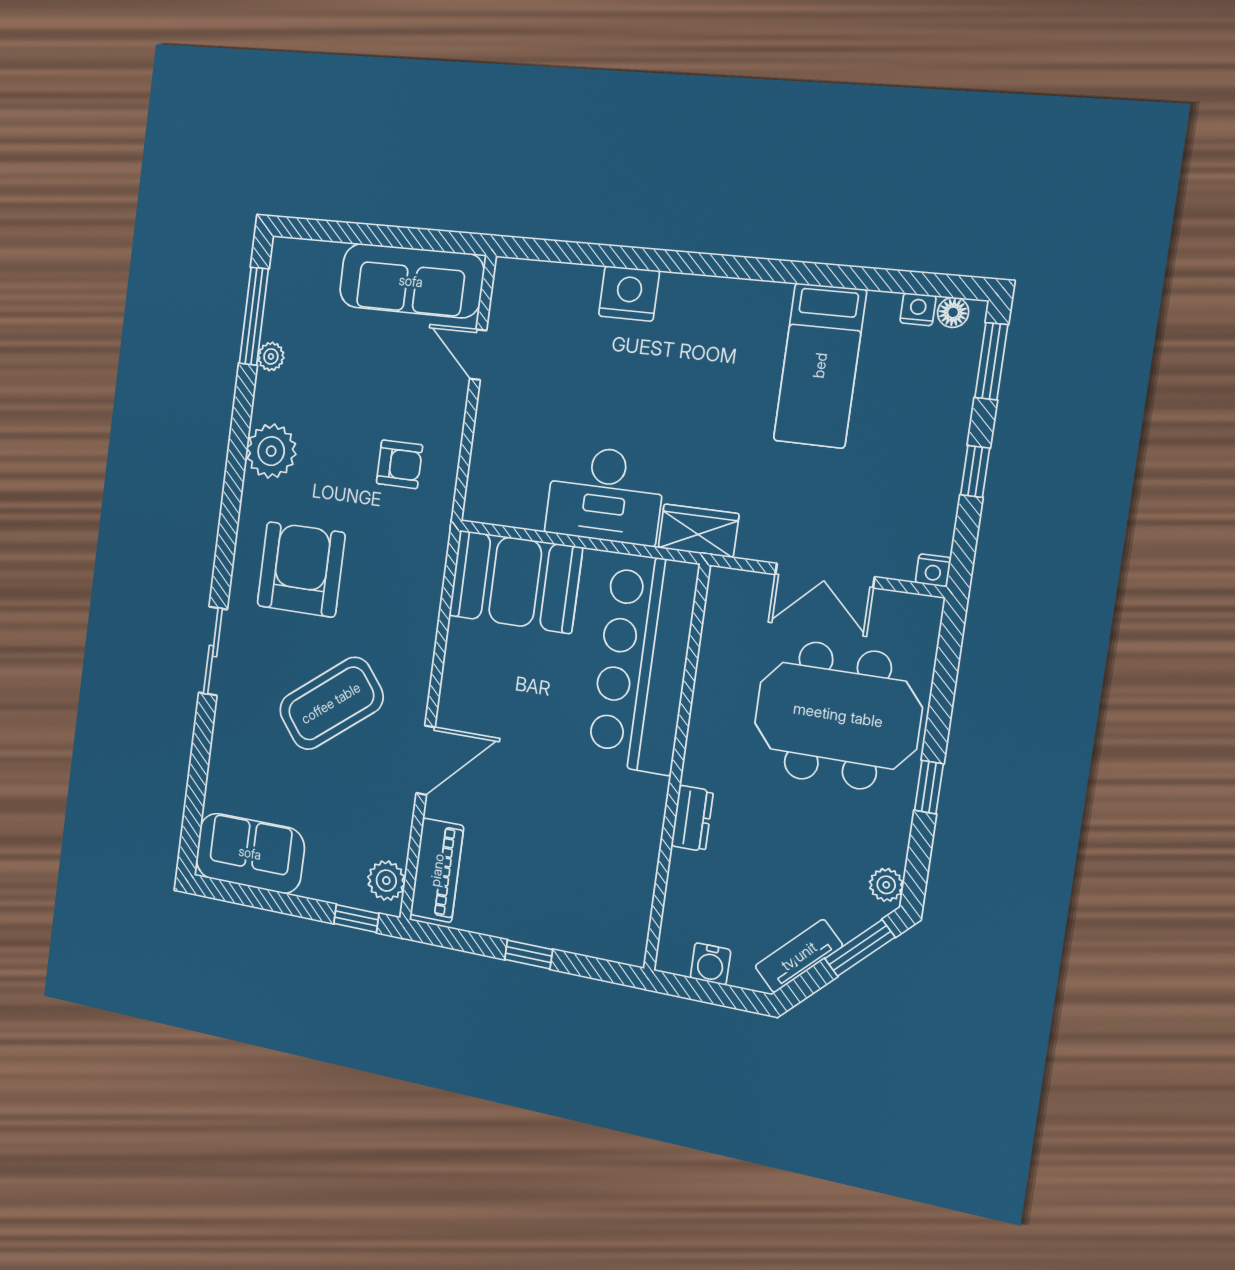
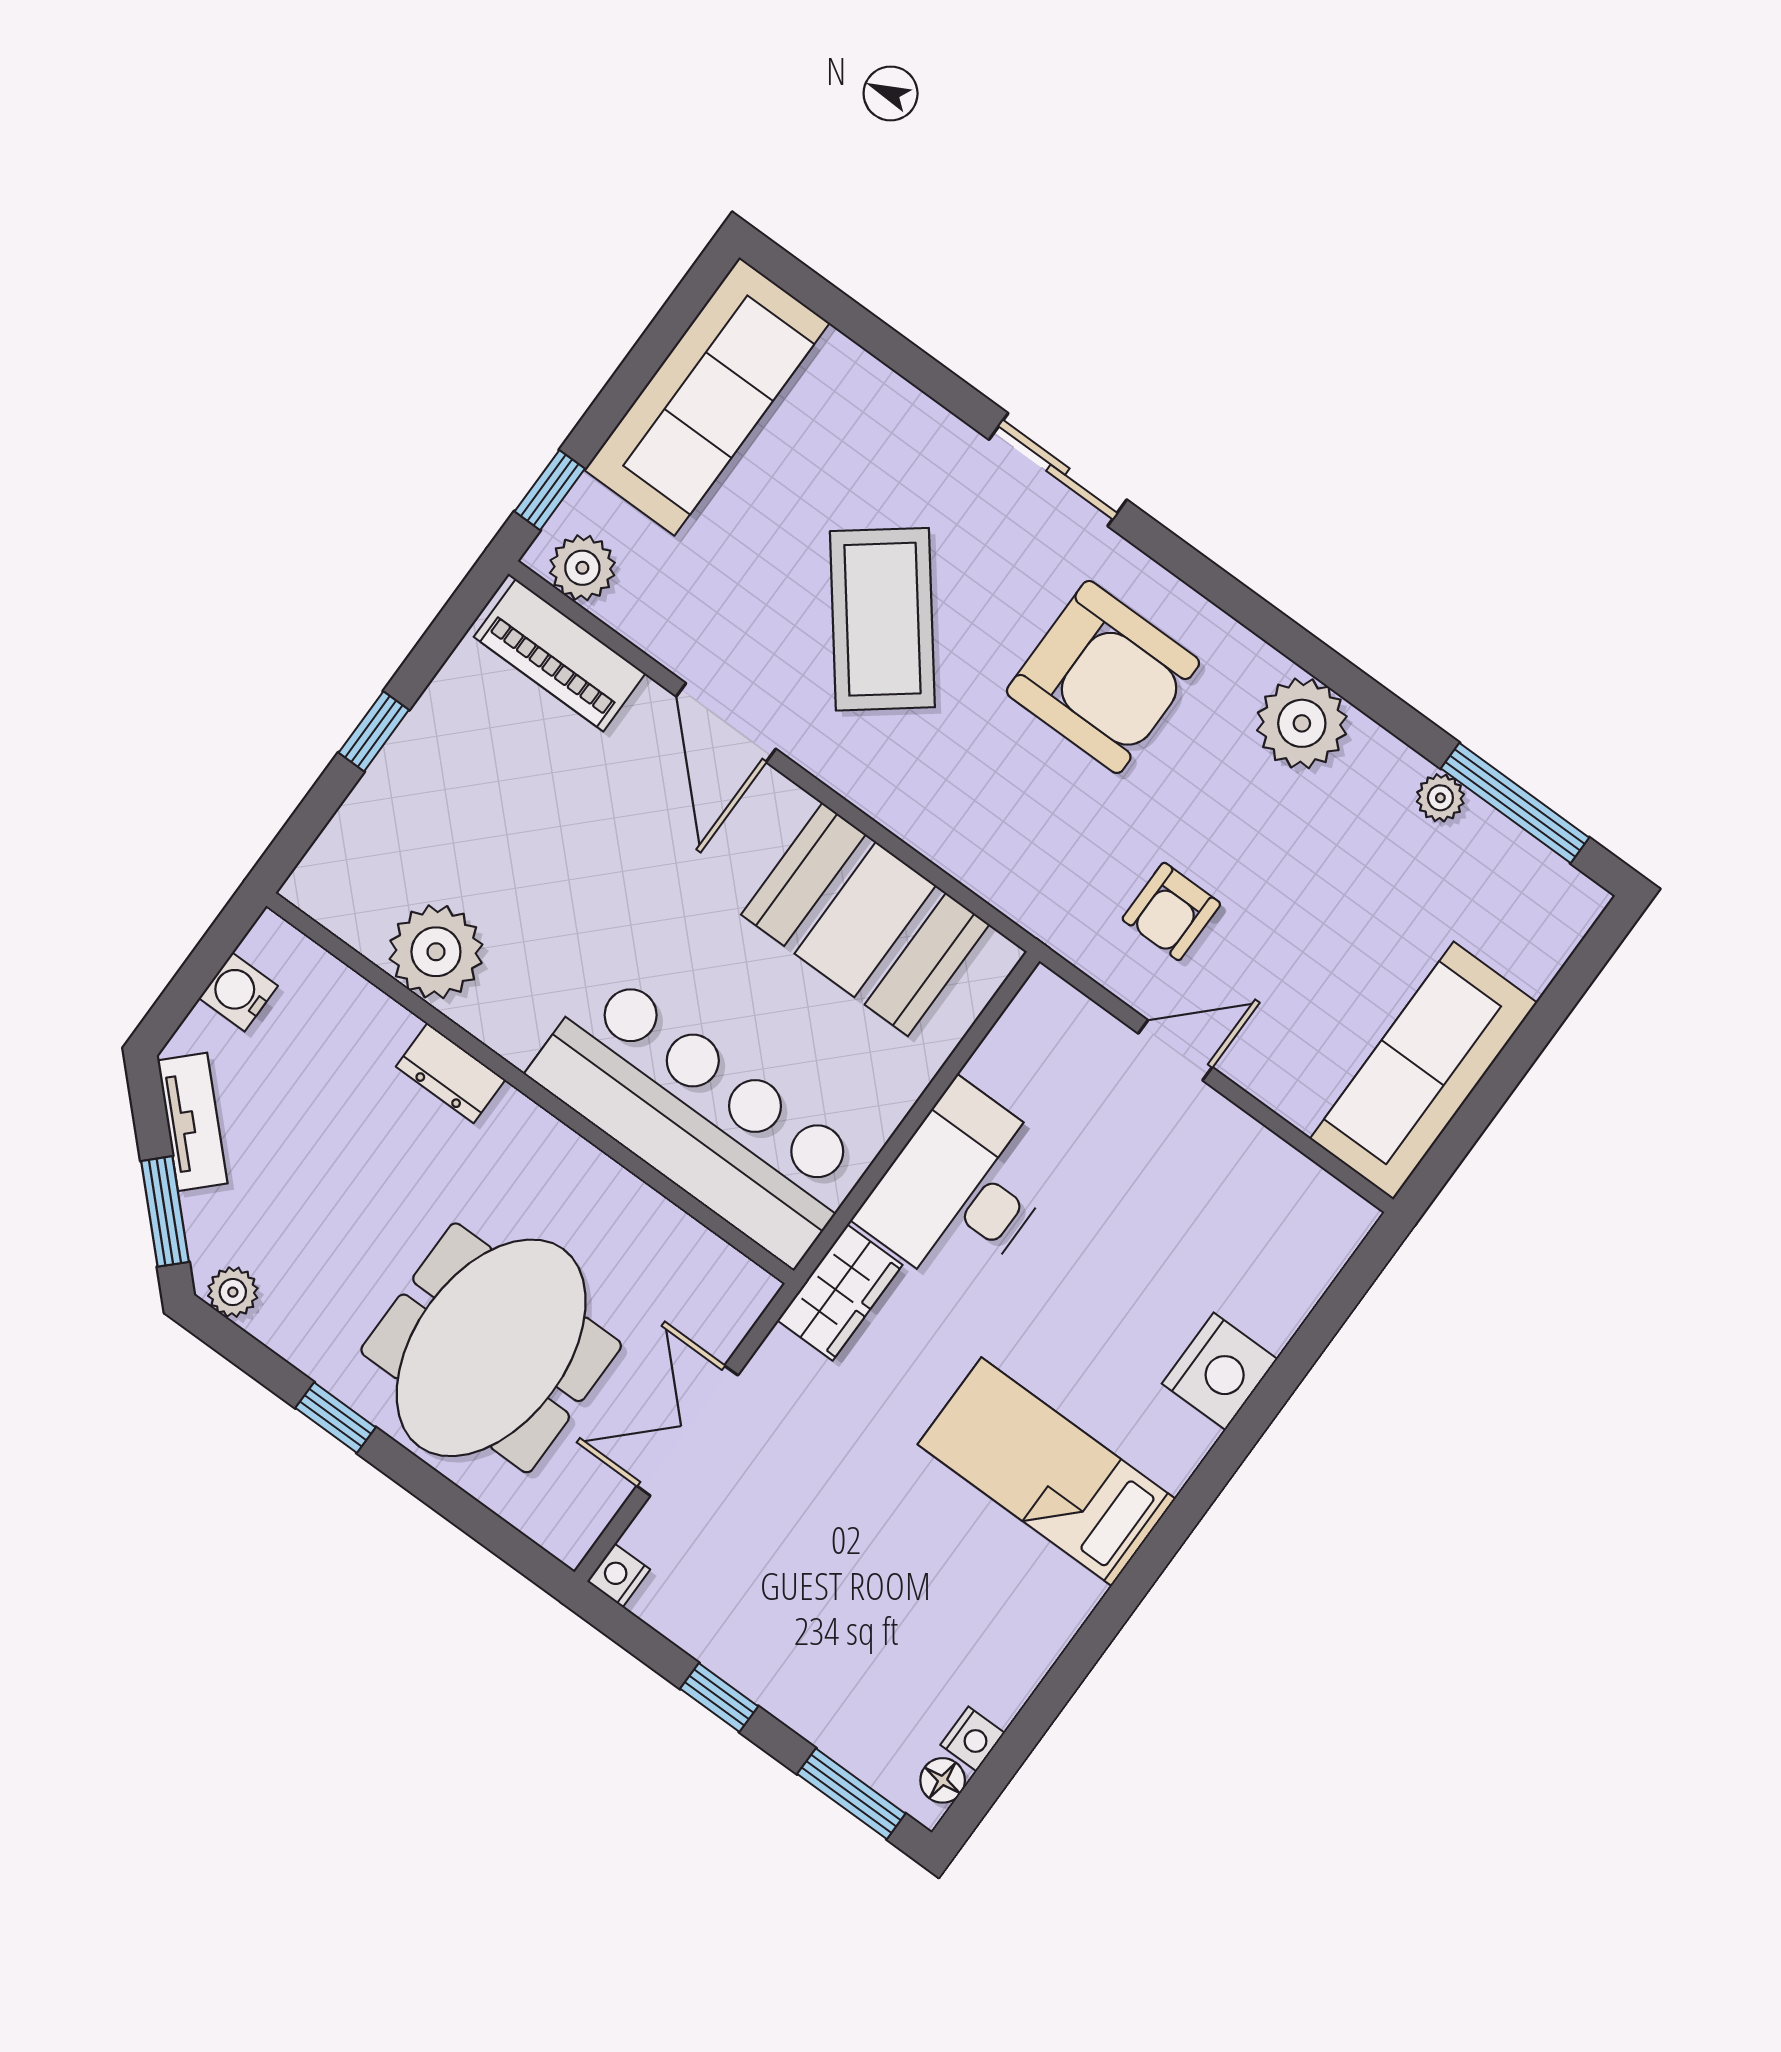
door: (478, 355) -> (1175, 1050), moved
bed: (820, 365) -> (1047, 1472), moved
booth: (515, 582) -> (865, 919), moved, turned 90
sofa: (250, 853) -> (707, 396), width x1.36
plant: (629, 860) -> (436, 952), added

